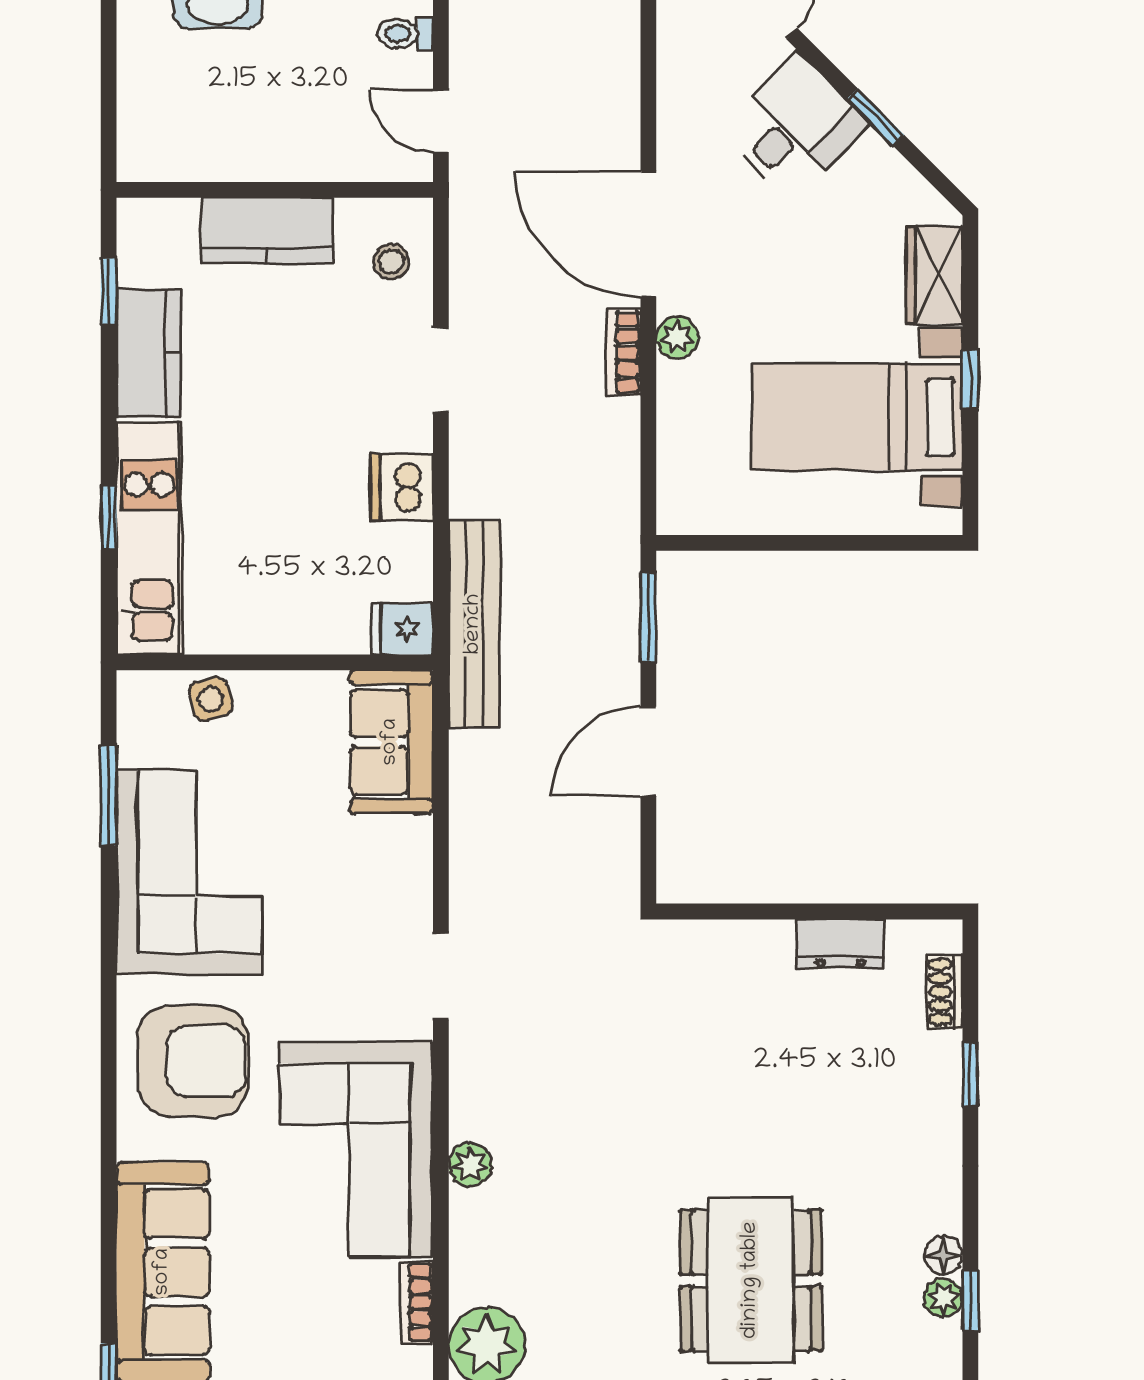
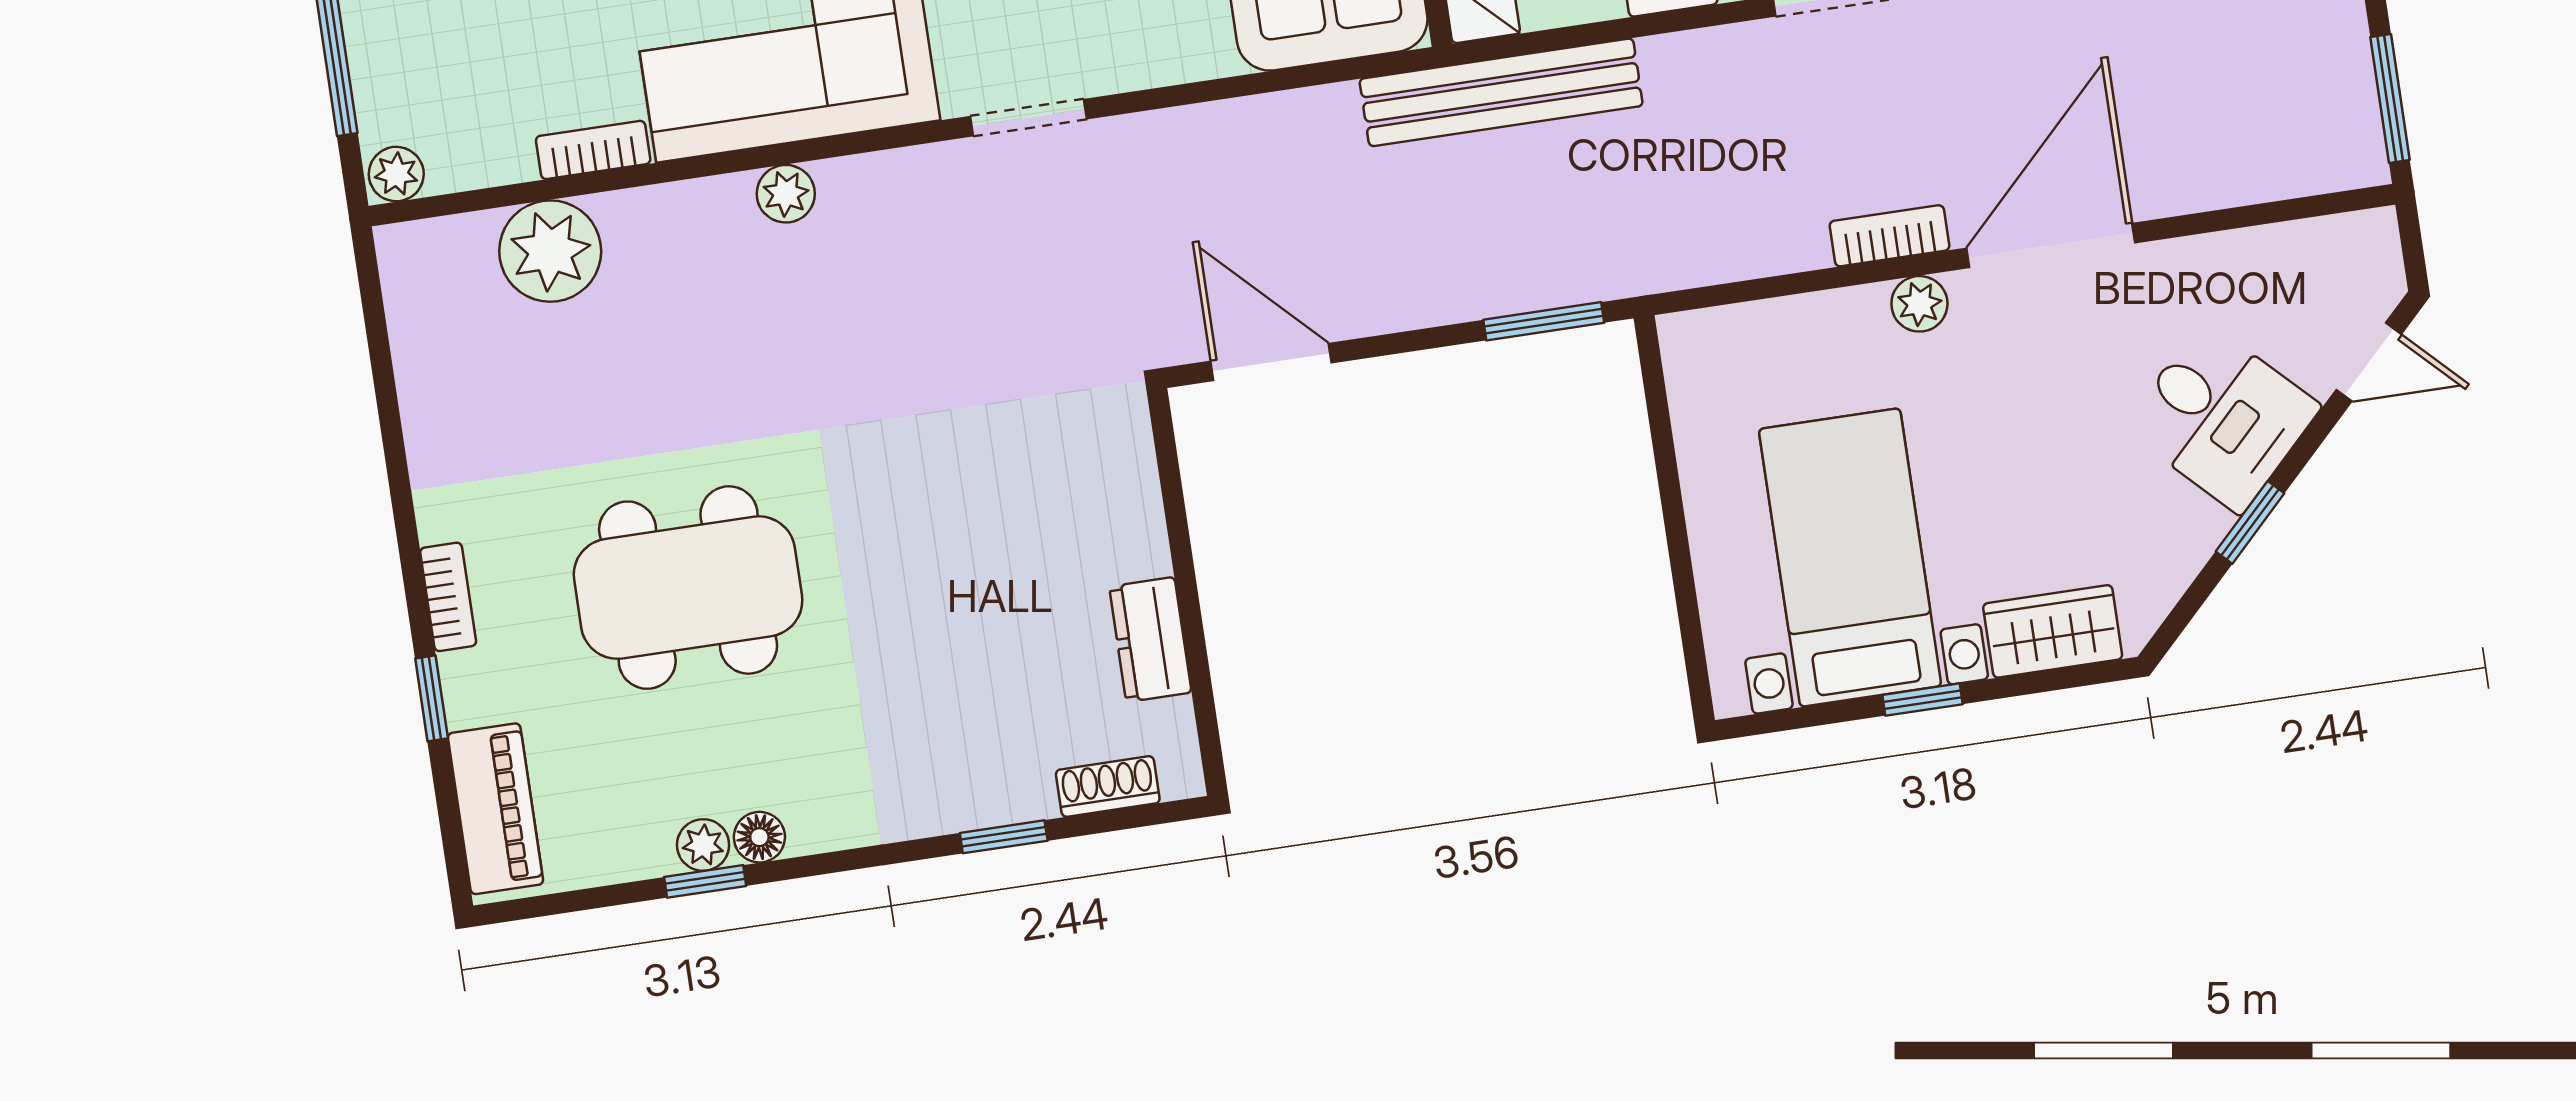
door: (648, 751) -> (1271, 362), moved

